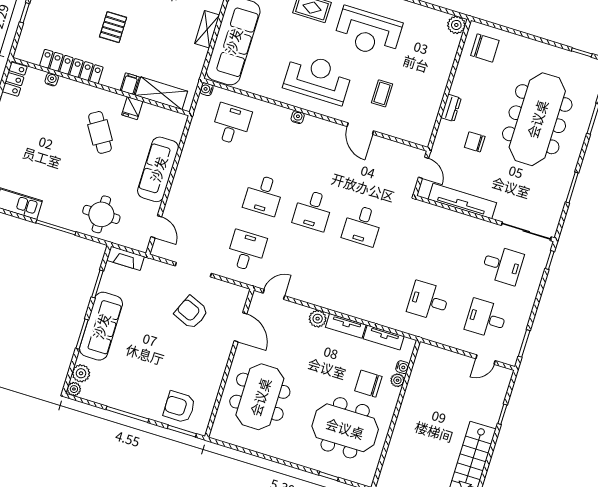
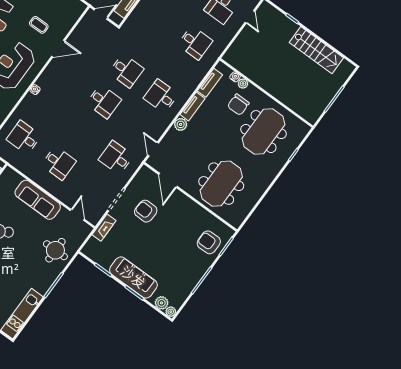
desk: (264, 195) -> (59, 163), moved
door: (156, 227) -> (77, 215), hinge flipped
fireplace: (125, 258) -> (104, 228), moved
desk: (345, 281) -> (161, 96), added
desk: (428, 301) -> (195, 43), turned -90
armchair: (191, 312) -> (146, 211), turned 69
door: (240, 327) -> (168, 180), swing flipped
meeting table: (260, 397) -> (221, 184), turned 90
armchair: (179, 407) -> (209, 242), turned 90

